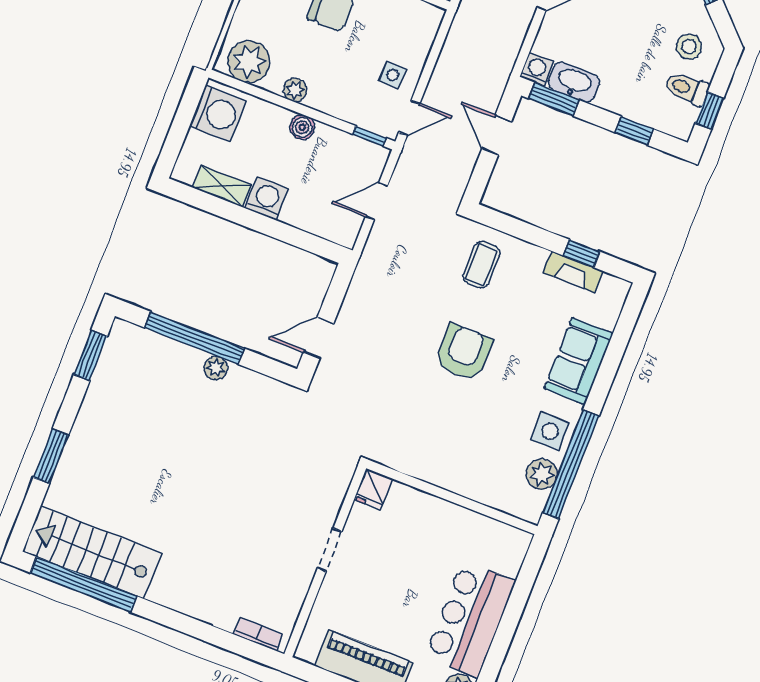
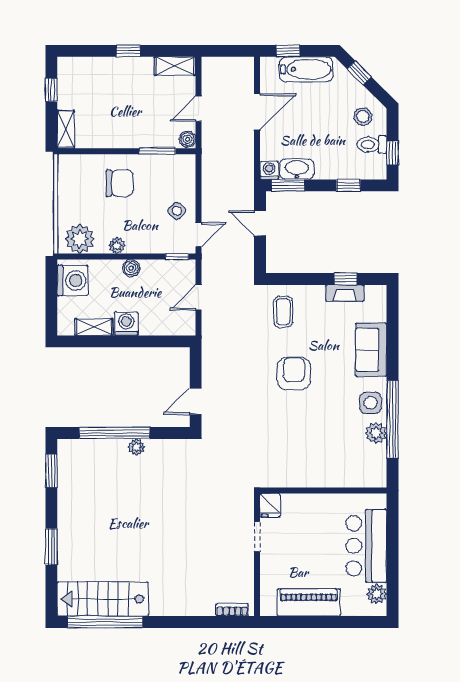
side table: (393, 75) -> (177, 211), turned 45
fridge: (373, 489) -> (270, 505), moved
wall: (452, 497) -> (323, 490), moved

